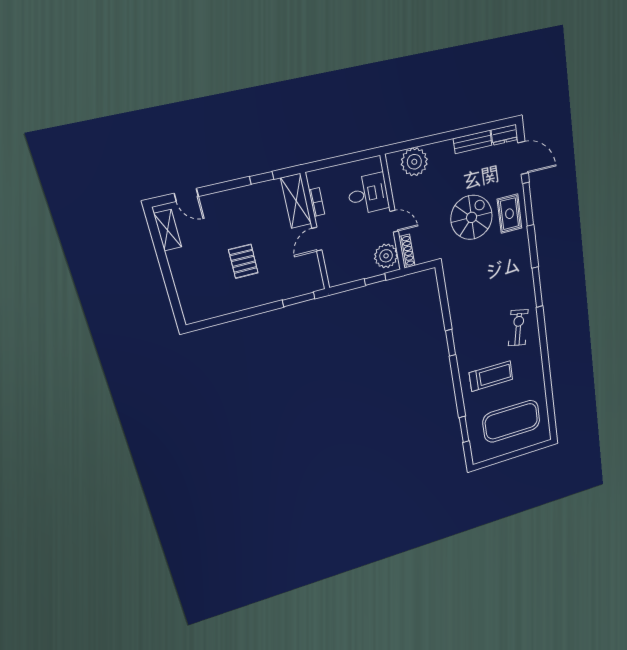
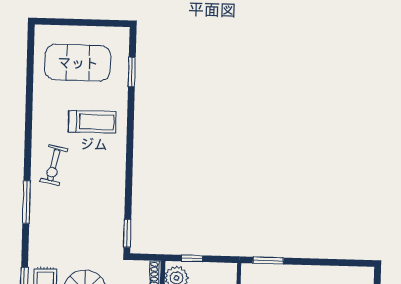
window: (451, 343) -> (127, 233), moved
treadmill: (491, 376) -> (92, 122), turned 180

